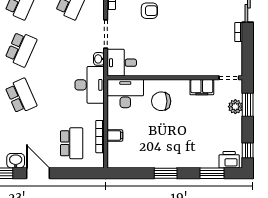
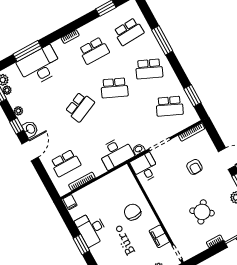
round table: (201, 28) -> (202, 212), added
desk: (125, 94) -> (91, 229), moved, turned 180
filing cabinet: (115, 135) -> (70, 202), moved

